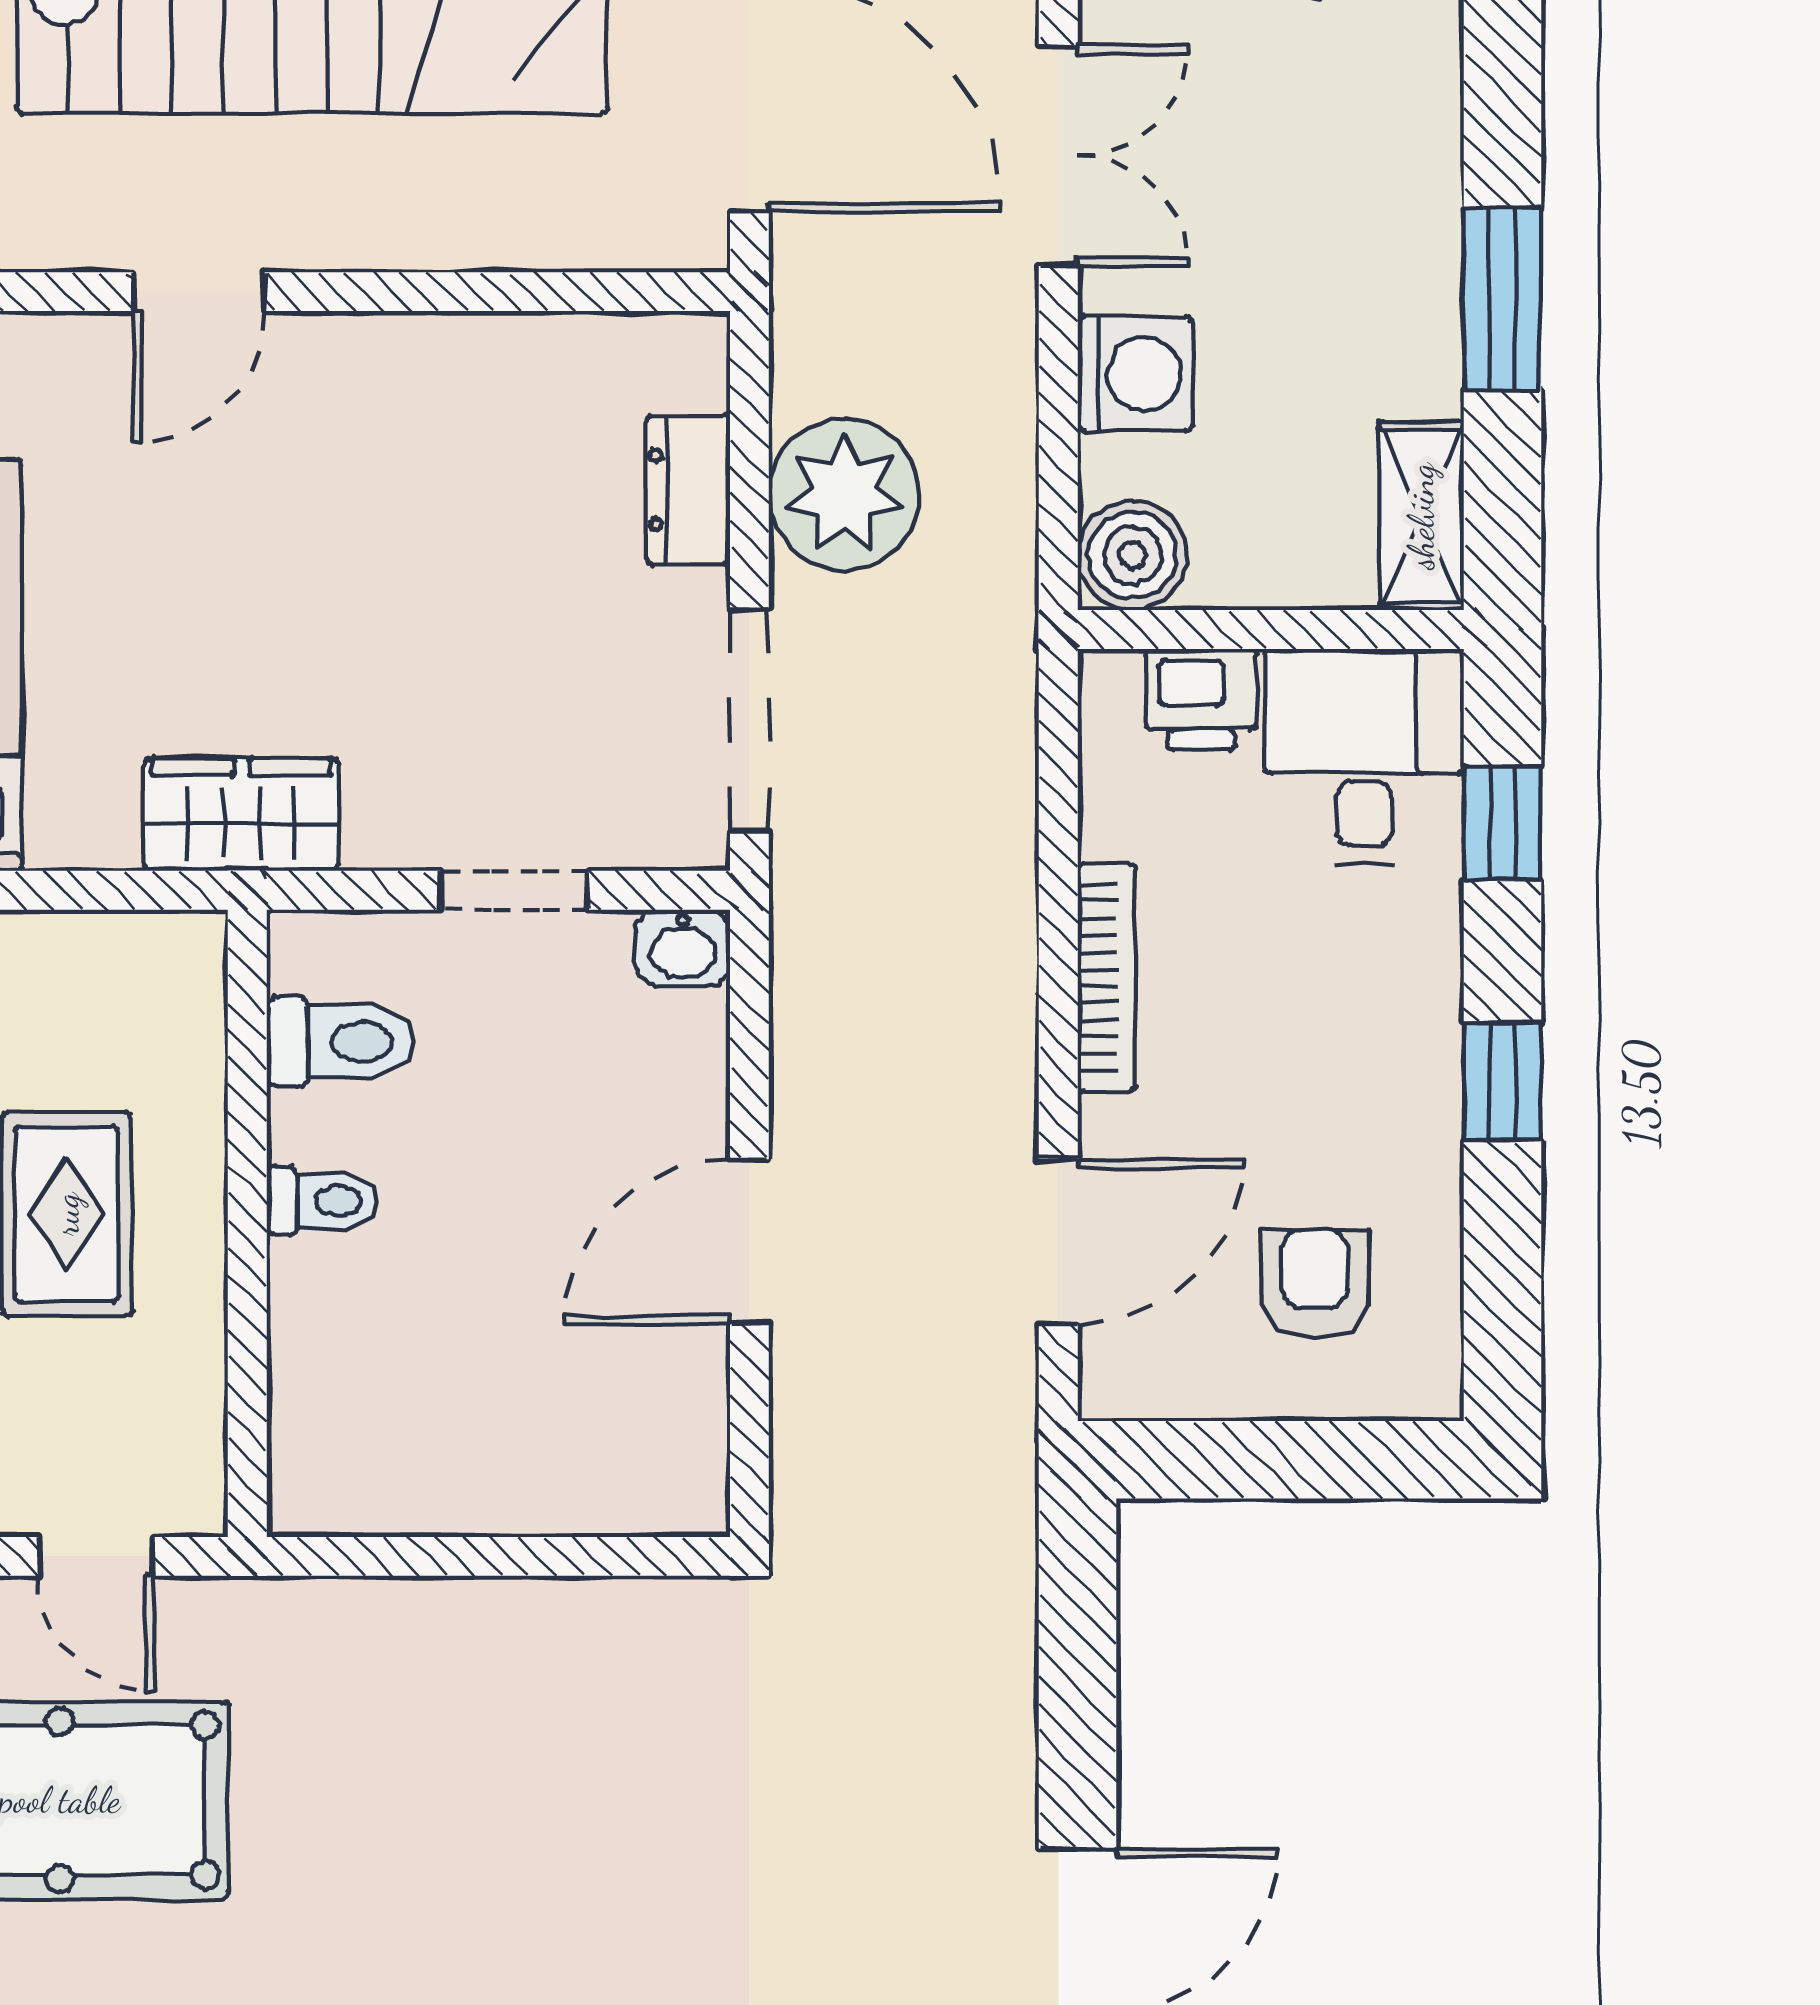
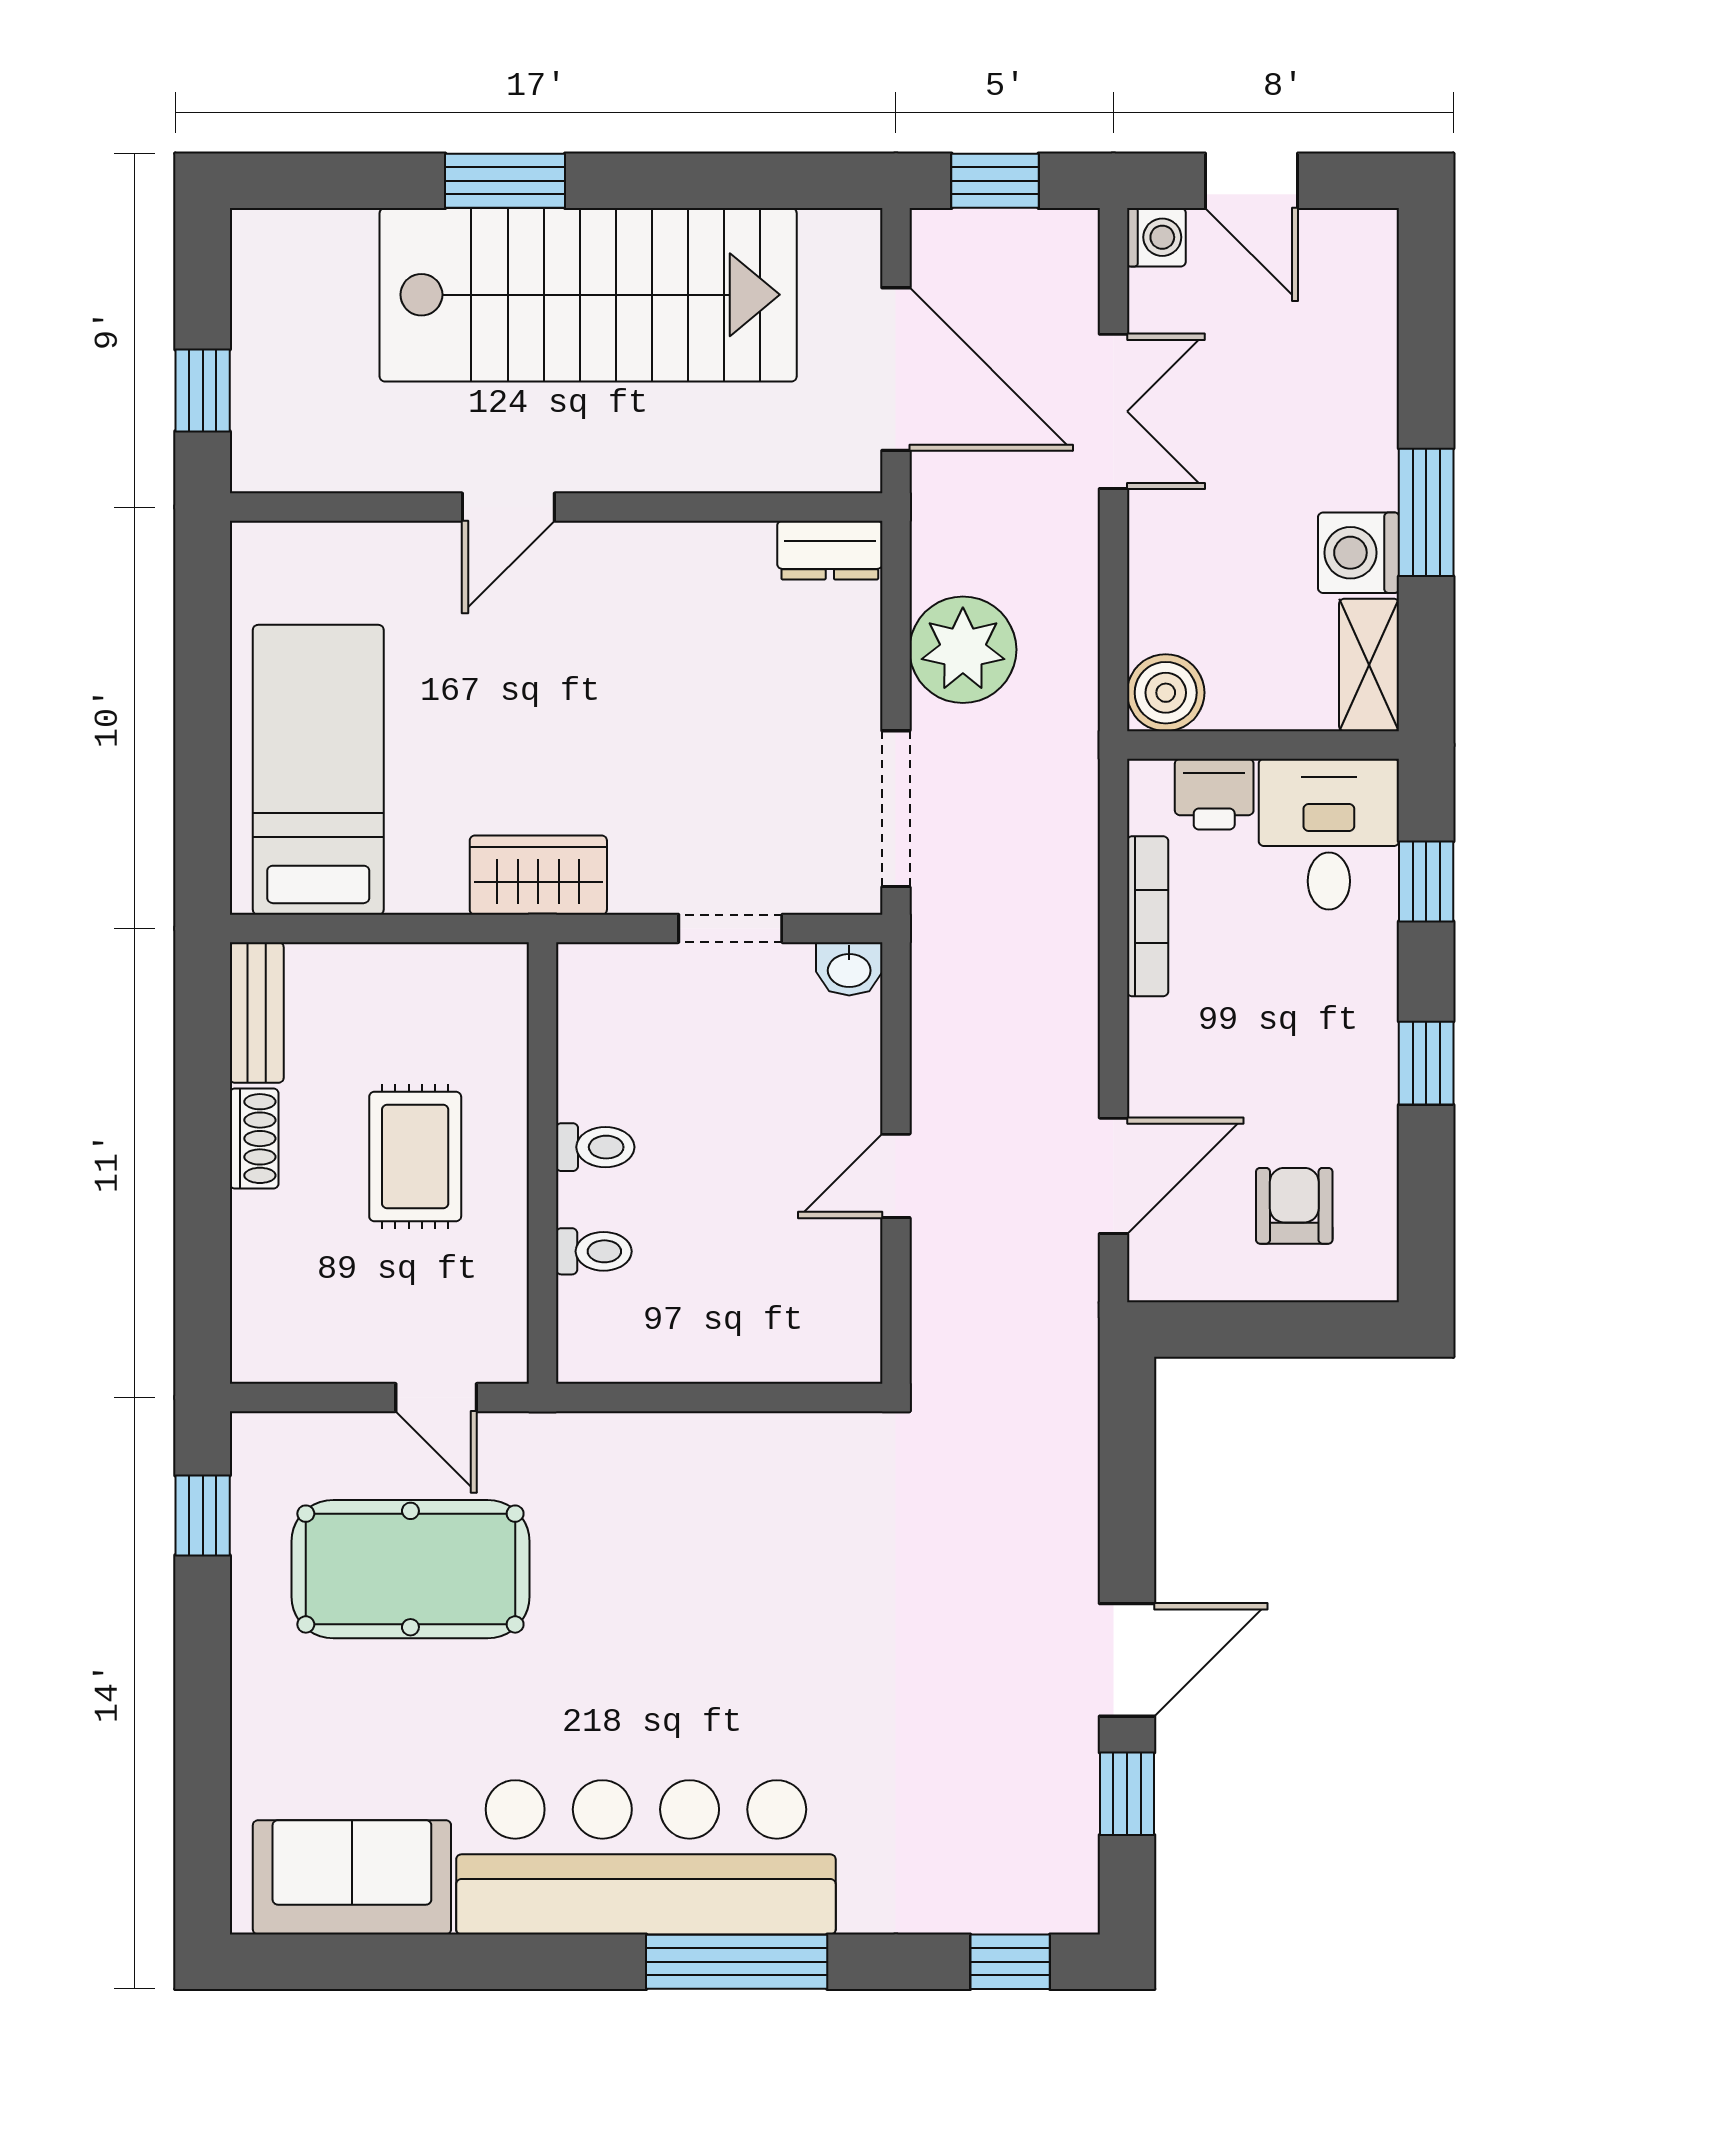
washing machine: (1135, 374) -> (1359, 553), moved, turned 180
dresser: (688, 490) -> (830, 550), moved, turned -90
bookcase: (1107, 978) -> (1148, 916), moved
toilet: (341, 1042) -> (594, 1251), moved, width x0.73, depth x0.72
door: (749, 1241) -> (896, 1176), width x0.73

